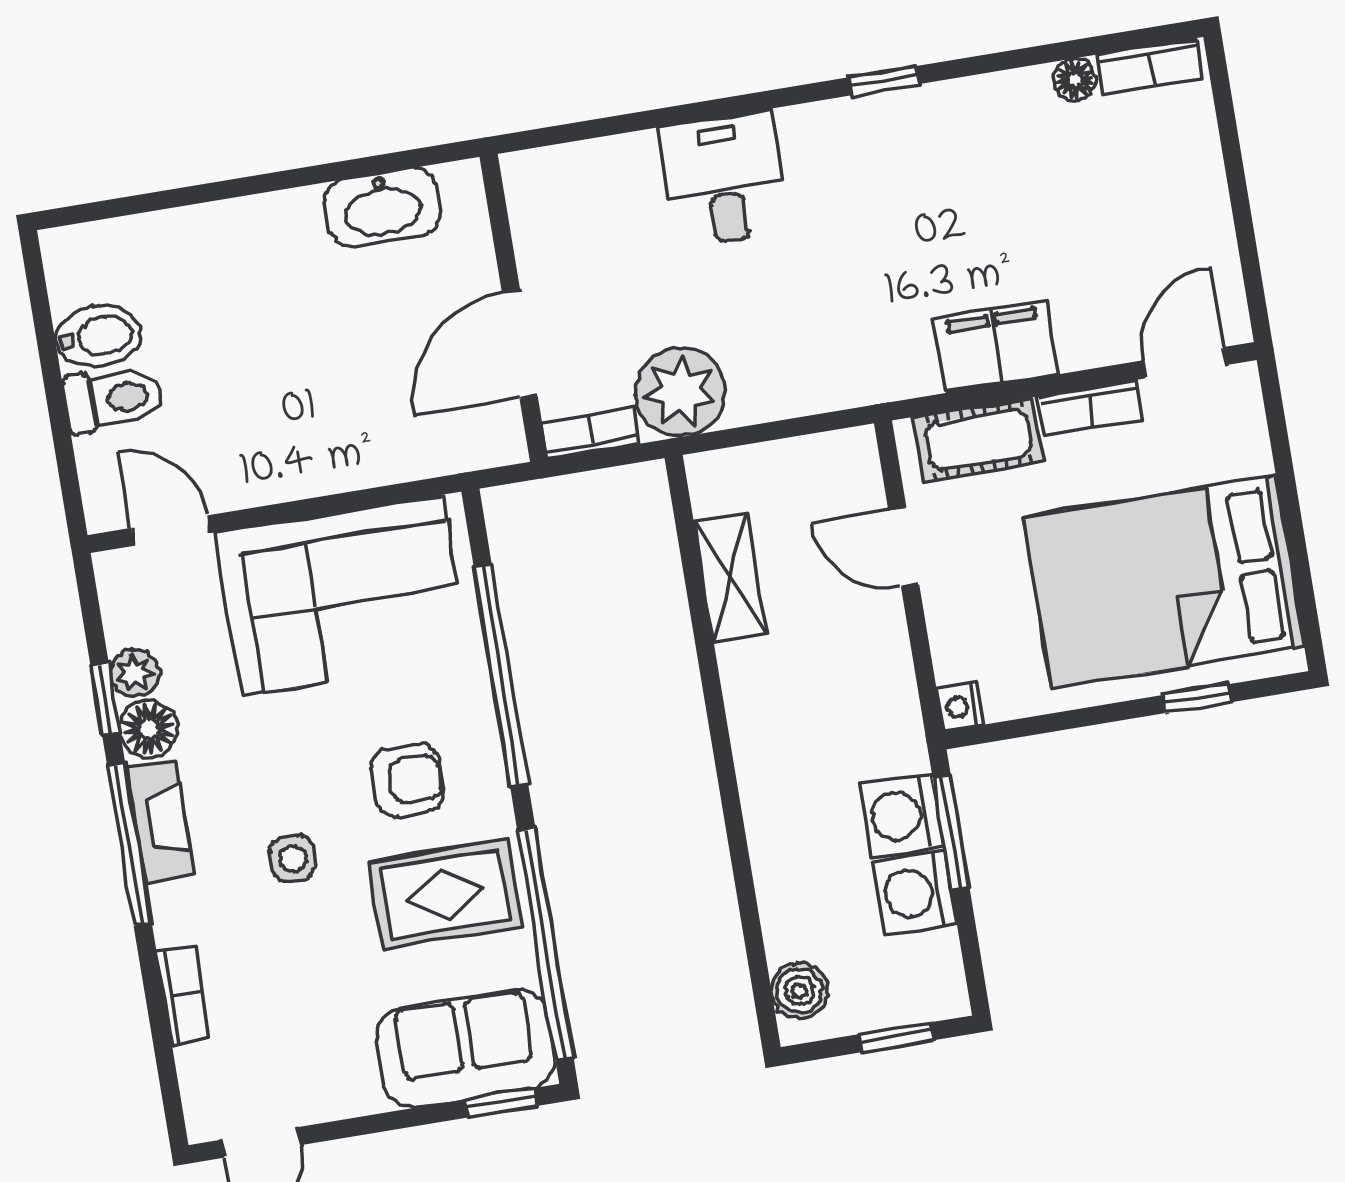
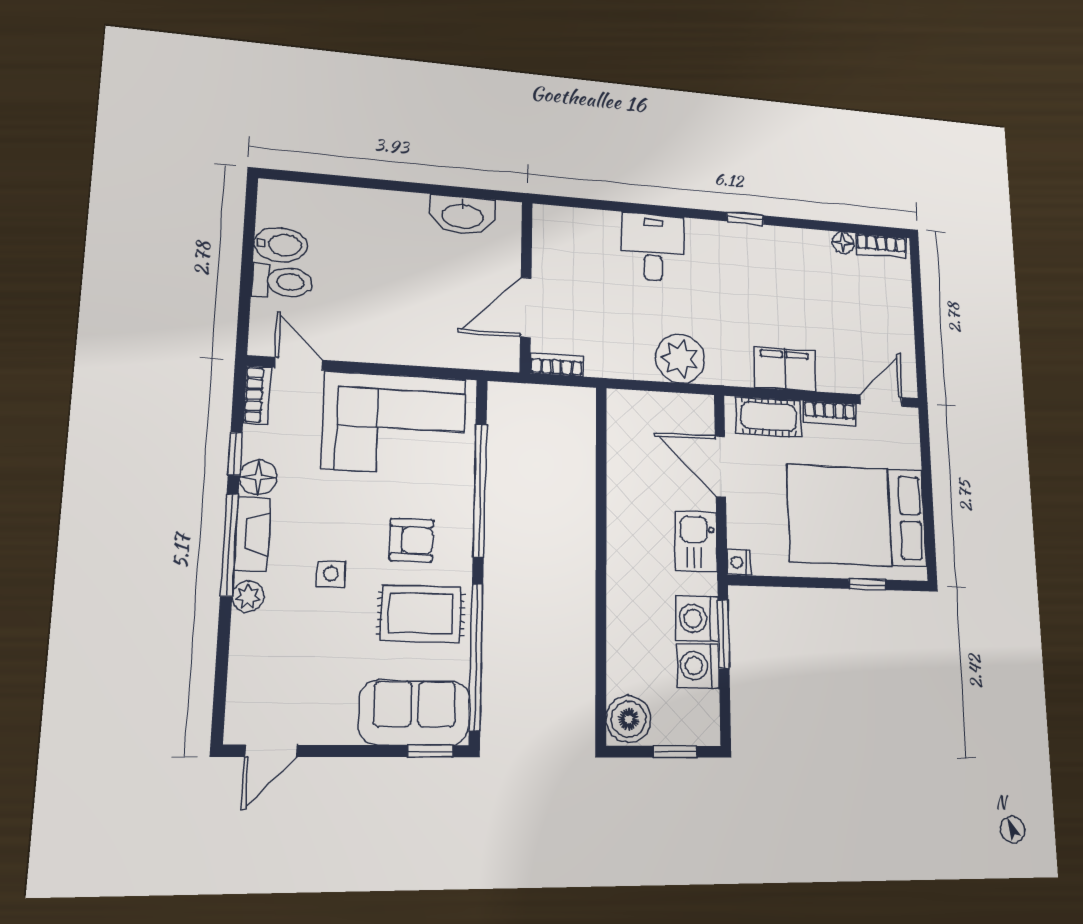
plant: (681, 392) -> (680, 358), moved
door: (904, 547) -> (720, 466), width x1.38
shelving: (730, 577) -> (622, 462), removed
plant: (135, 673) -> (248, 597), moved
kitchen sink: (880, 686) -> (696, 541), added
boiler: (799, 991) -> (629, 719), width x1.36, depth x1.36
bookcase: (183, 994) -> (257, 395), moved

